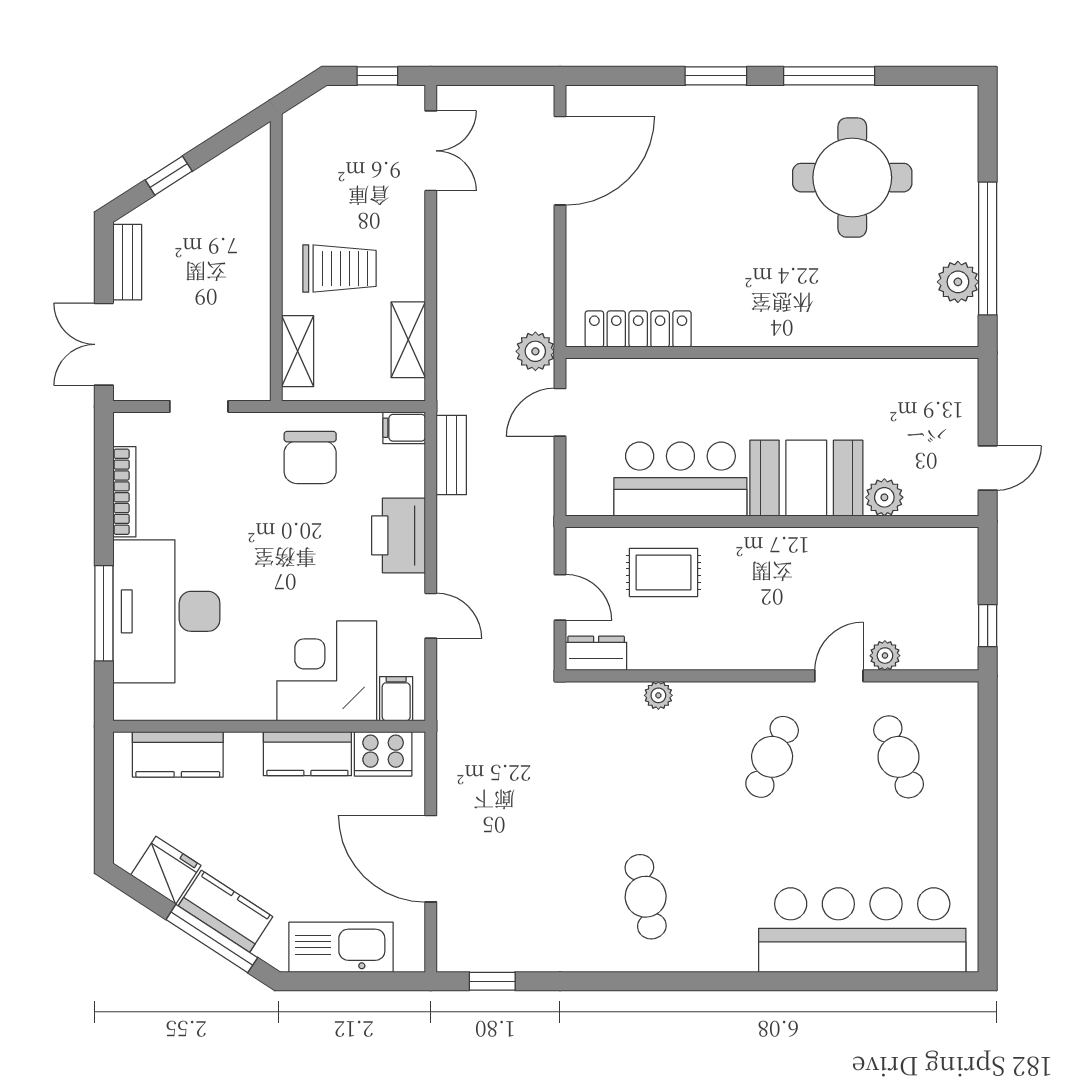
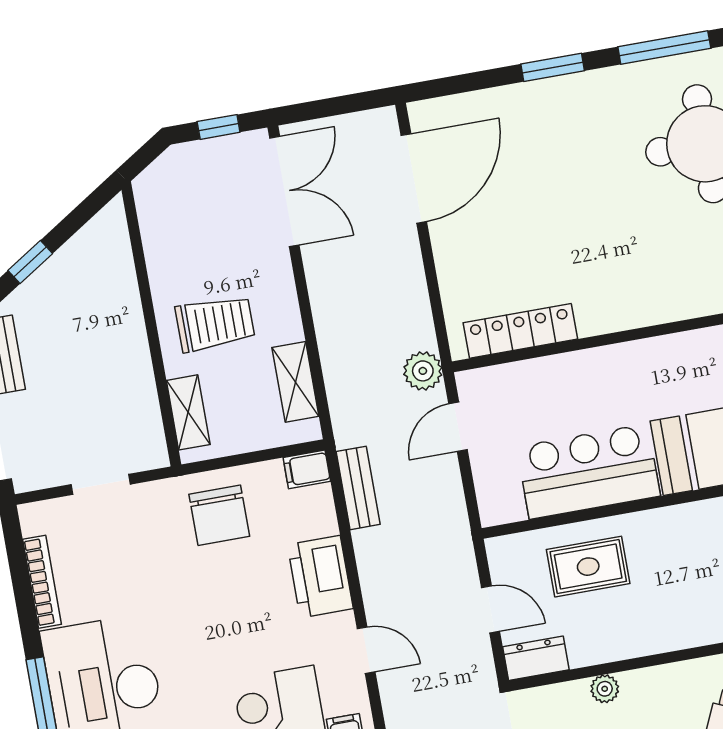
double door: (431, 151) -> (284, 191), width x1.37

